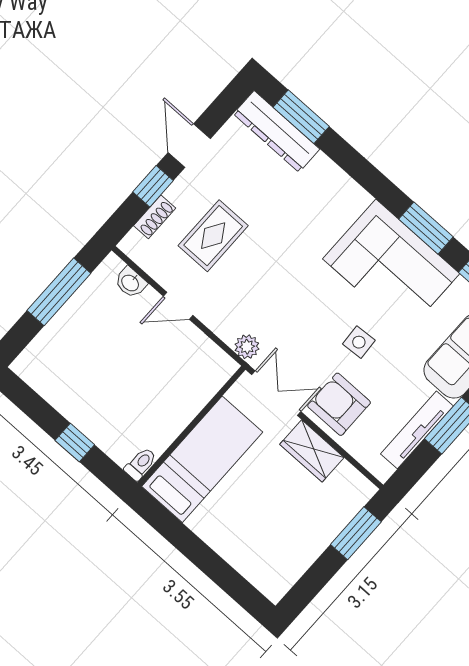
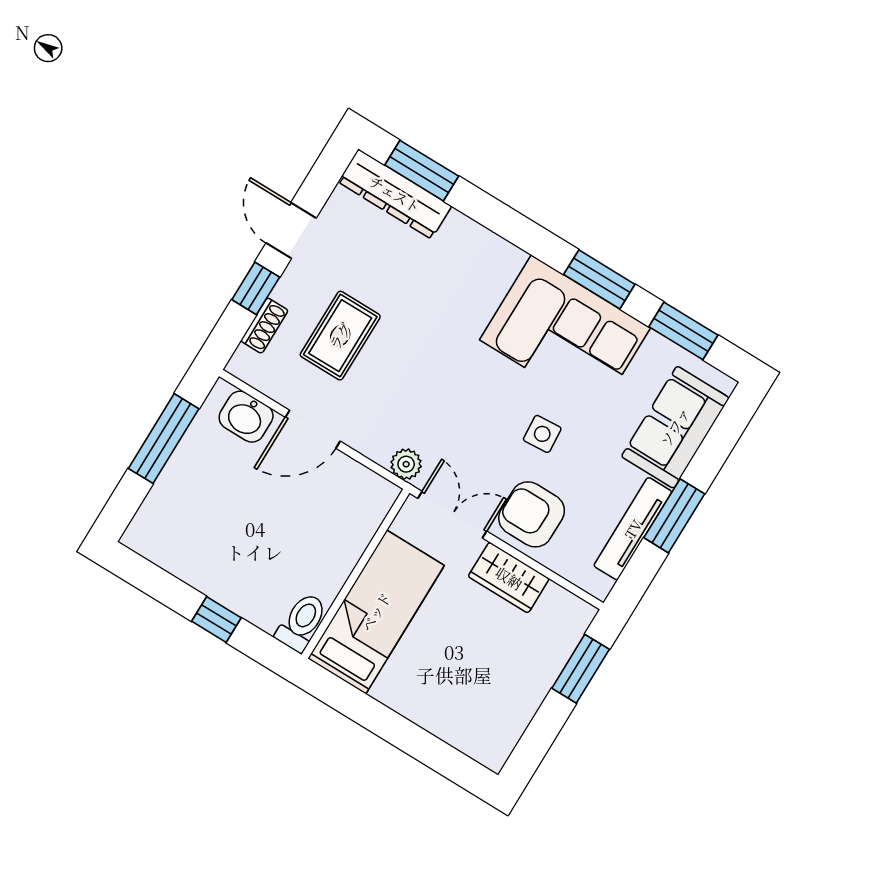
washbasin: (131, 283) -> (246, 417), width x1.38, depth x1.45
door: (178, 306) -> (313, 429), width x1.38
toilet: (141, 464) -> (302, 622), width x1.37, depth x1.39

